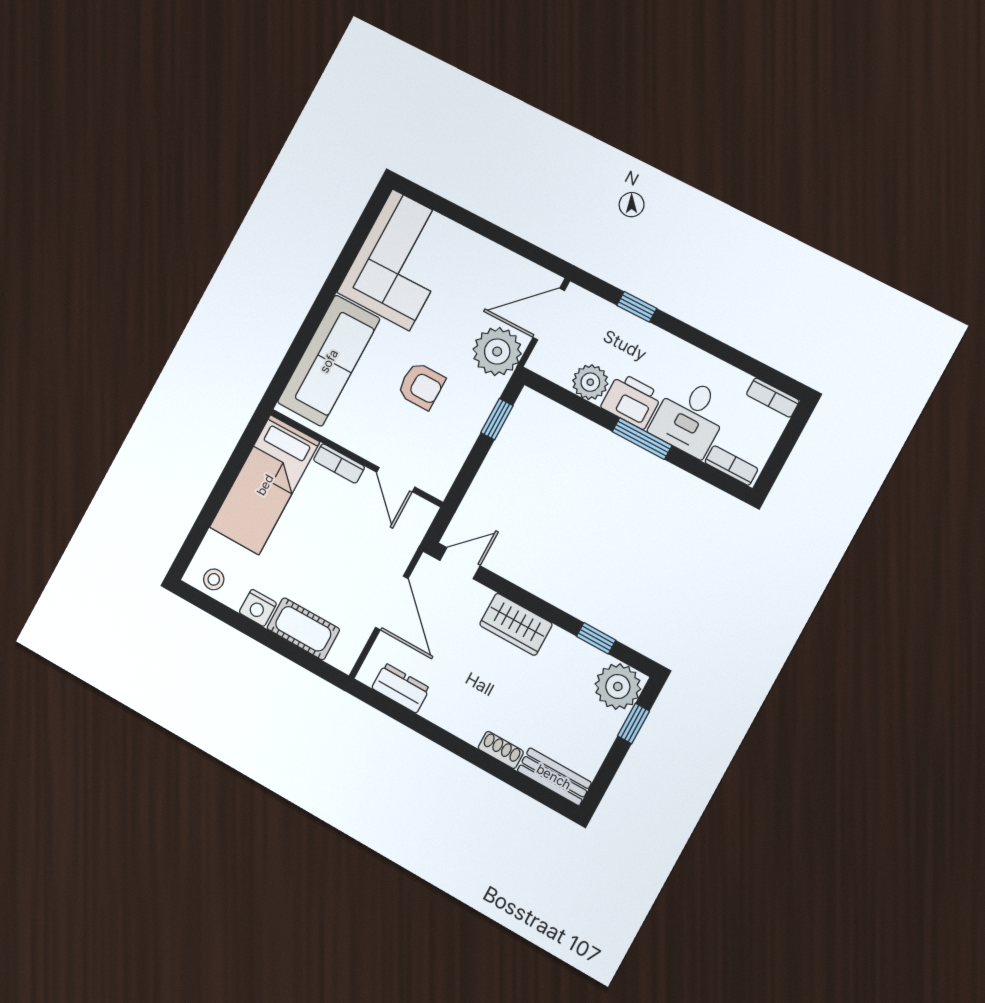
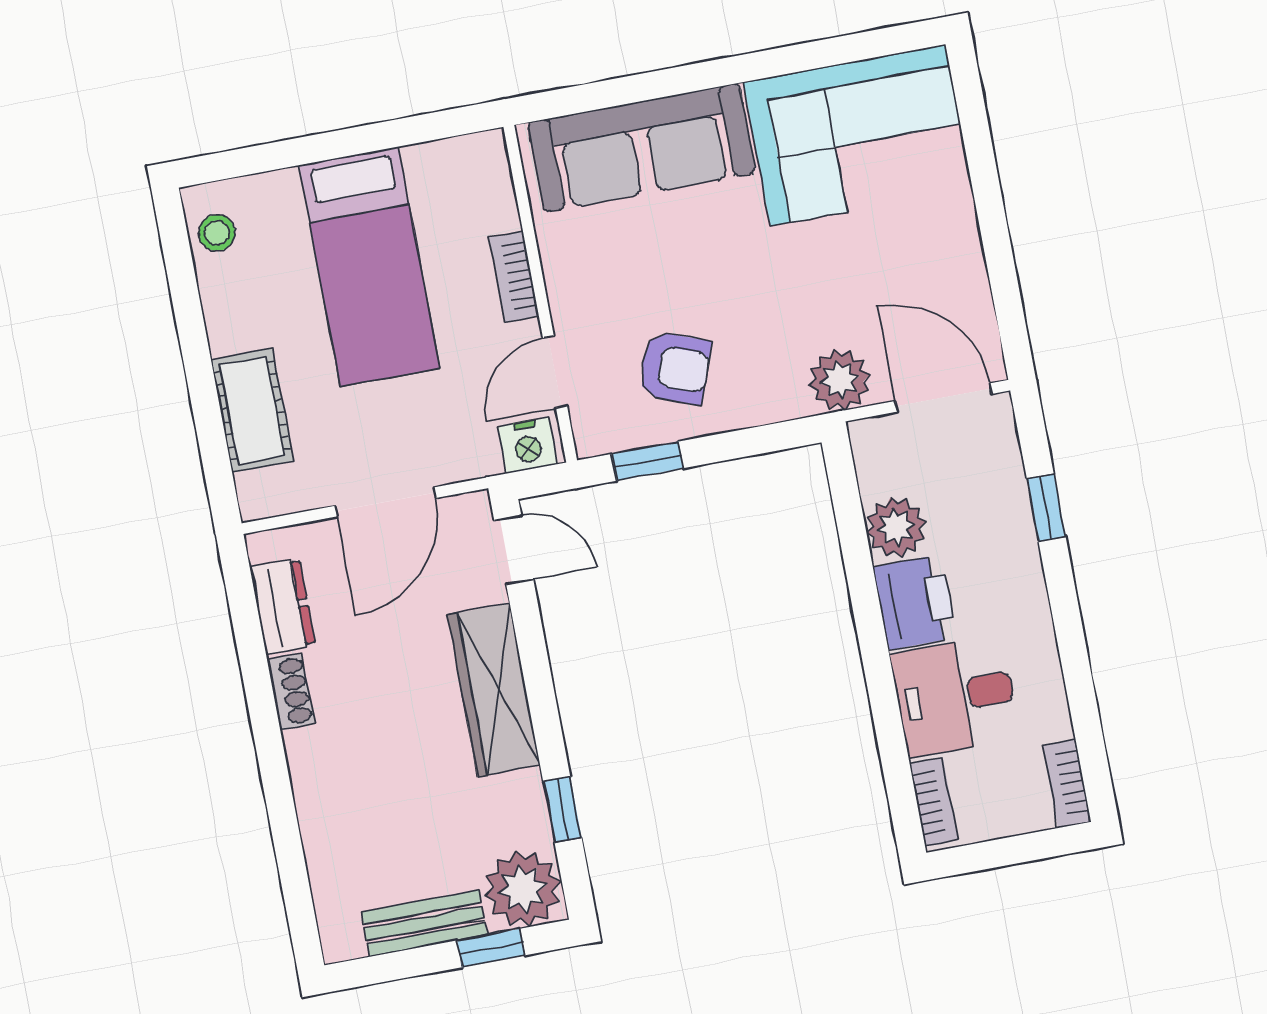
plant: (497, 351) -> (840, 380), width x0.73, depth x0.73
armchair: (421, 386) -> (675, 368), moved, turned -70
window: (497, 419) -> (648, 461), moved
window: (642, 439) -> (876, 657), removed
bed: (265, 485) -> (369, 267), moved, turned -90
nightstand: (258, 608) -> (528, 445), moved, turned -90
wardrobe: (516, 624) -> (494, 690), width x1.50
shoe rack: (501, 750) -> (291, 692), moved
bench: (554, 777) -> (424, 923), moved, turned 90

